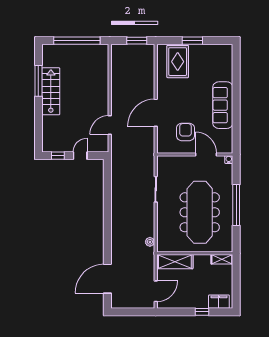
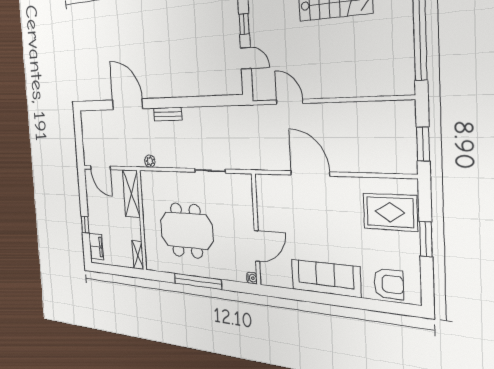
armchair: (185, 132) -> (389, 284), moved
meeting table: (200, 212) -> (186, 231), width x0.73
bench: (116, 223) -> (168, 114), added
door: (107, 279) -> (127, 104), moved

